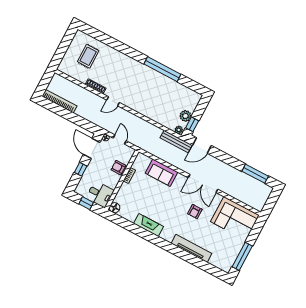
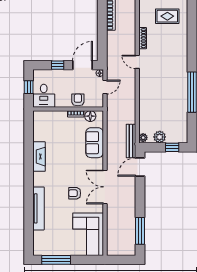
window: (192, 124) -> (172, 147), moved
door: (202, 145) -> (140, 167), hinge flipped
floor lamp: (115, 208) -> (90, 116), moved

